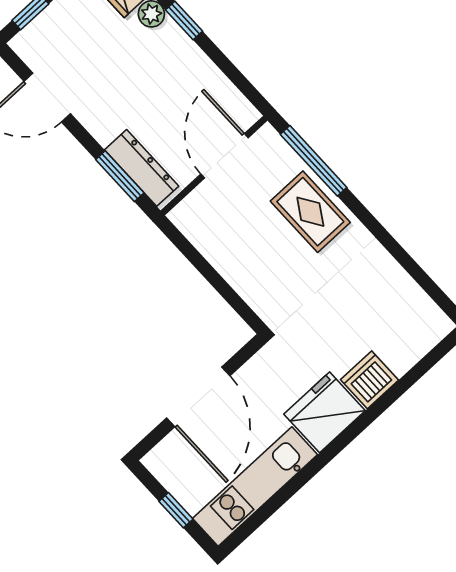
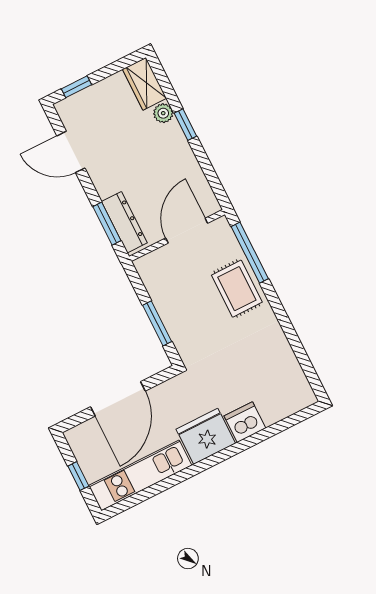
window: (221, 286) -> (157, 323), added

